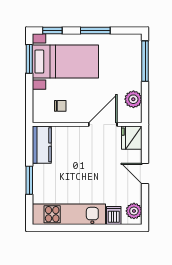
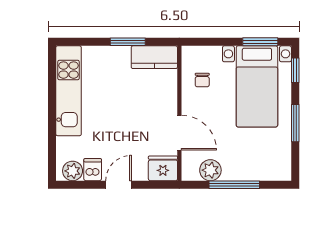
window: (145, 61) -> (234, 185), moved
window: (29, 180) -> (128, 42), moved
dishwasher: (114, 215) -> (93, 170), moved, turned -90

